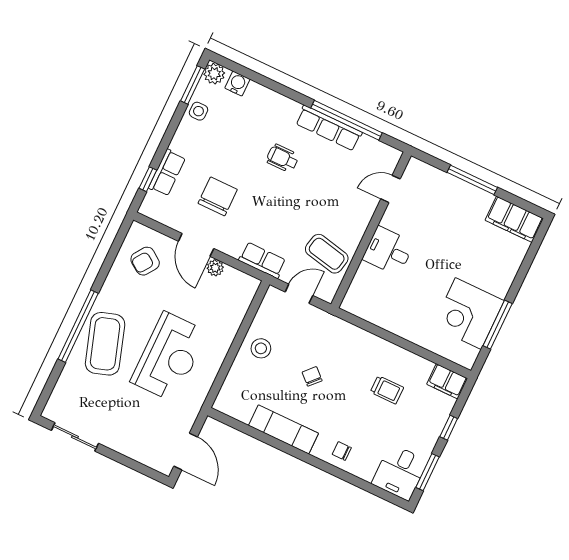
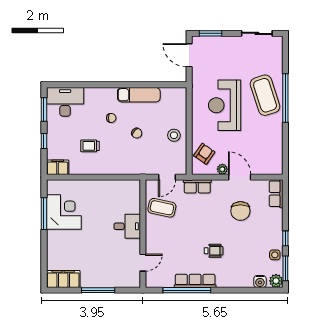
row of seats: (167, 173) -> (276, 194), moved
window: (148, 179) -> (285, 238), moved
armchair: (145, 261) -> (204, 154), moved
chair: (342, 451) -> (111, 118), moved
window: (141, 468) -> (210, 33), added
desk: (400, 472) -> (65, 102), width x1.37

